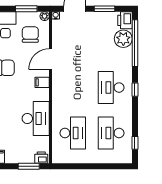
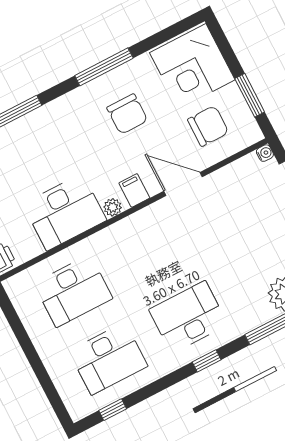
plant: (45, 16) -> (113, 207), moved
desk: (111, 133) -> (108, 359), turned 180

